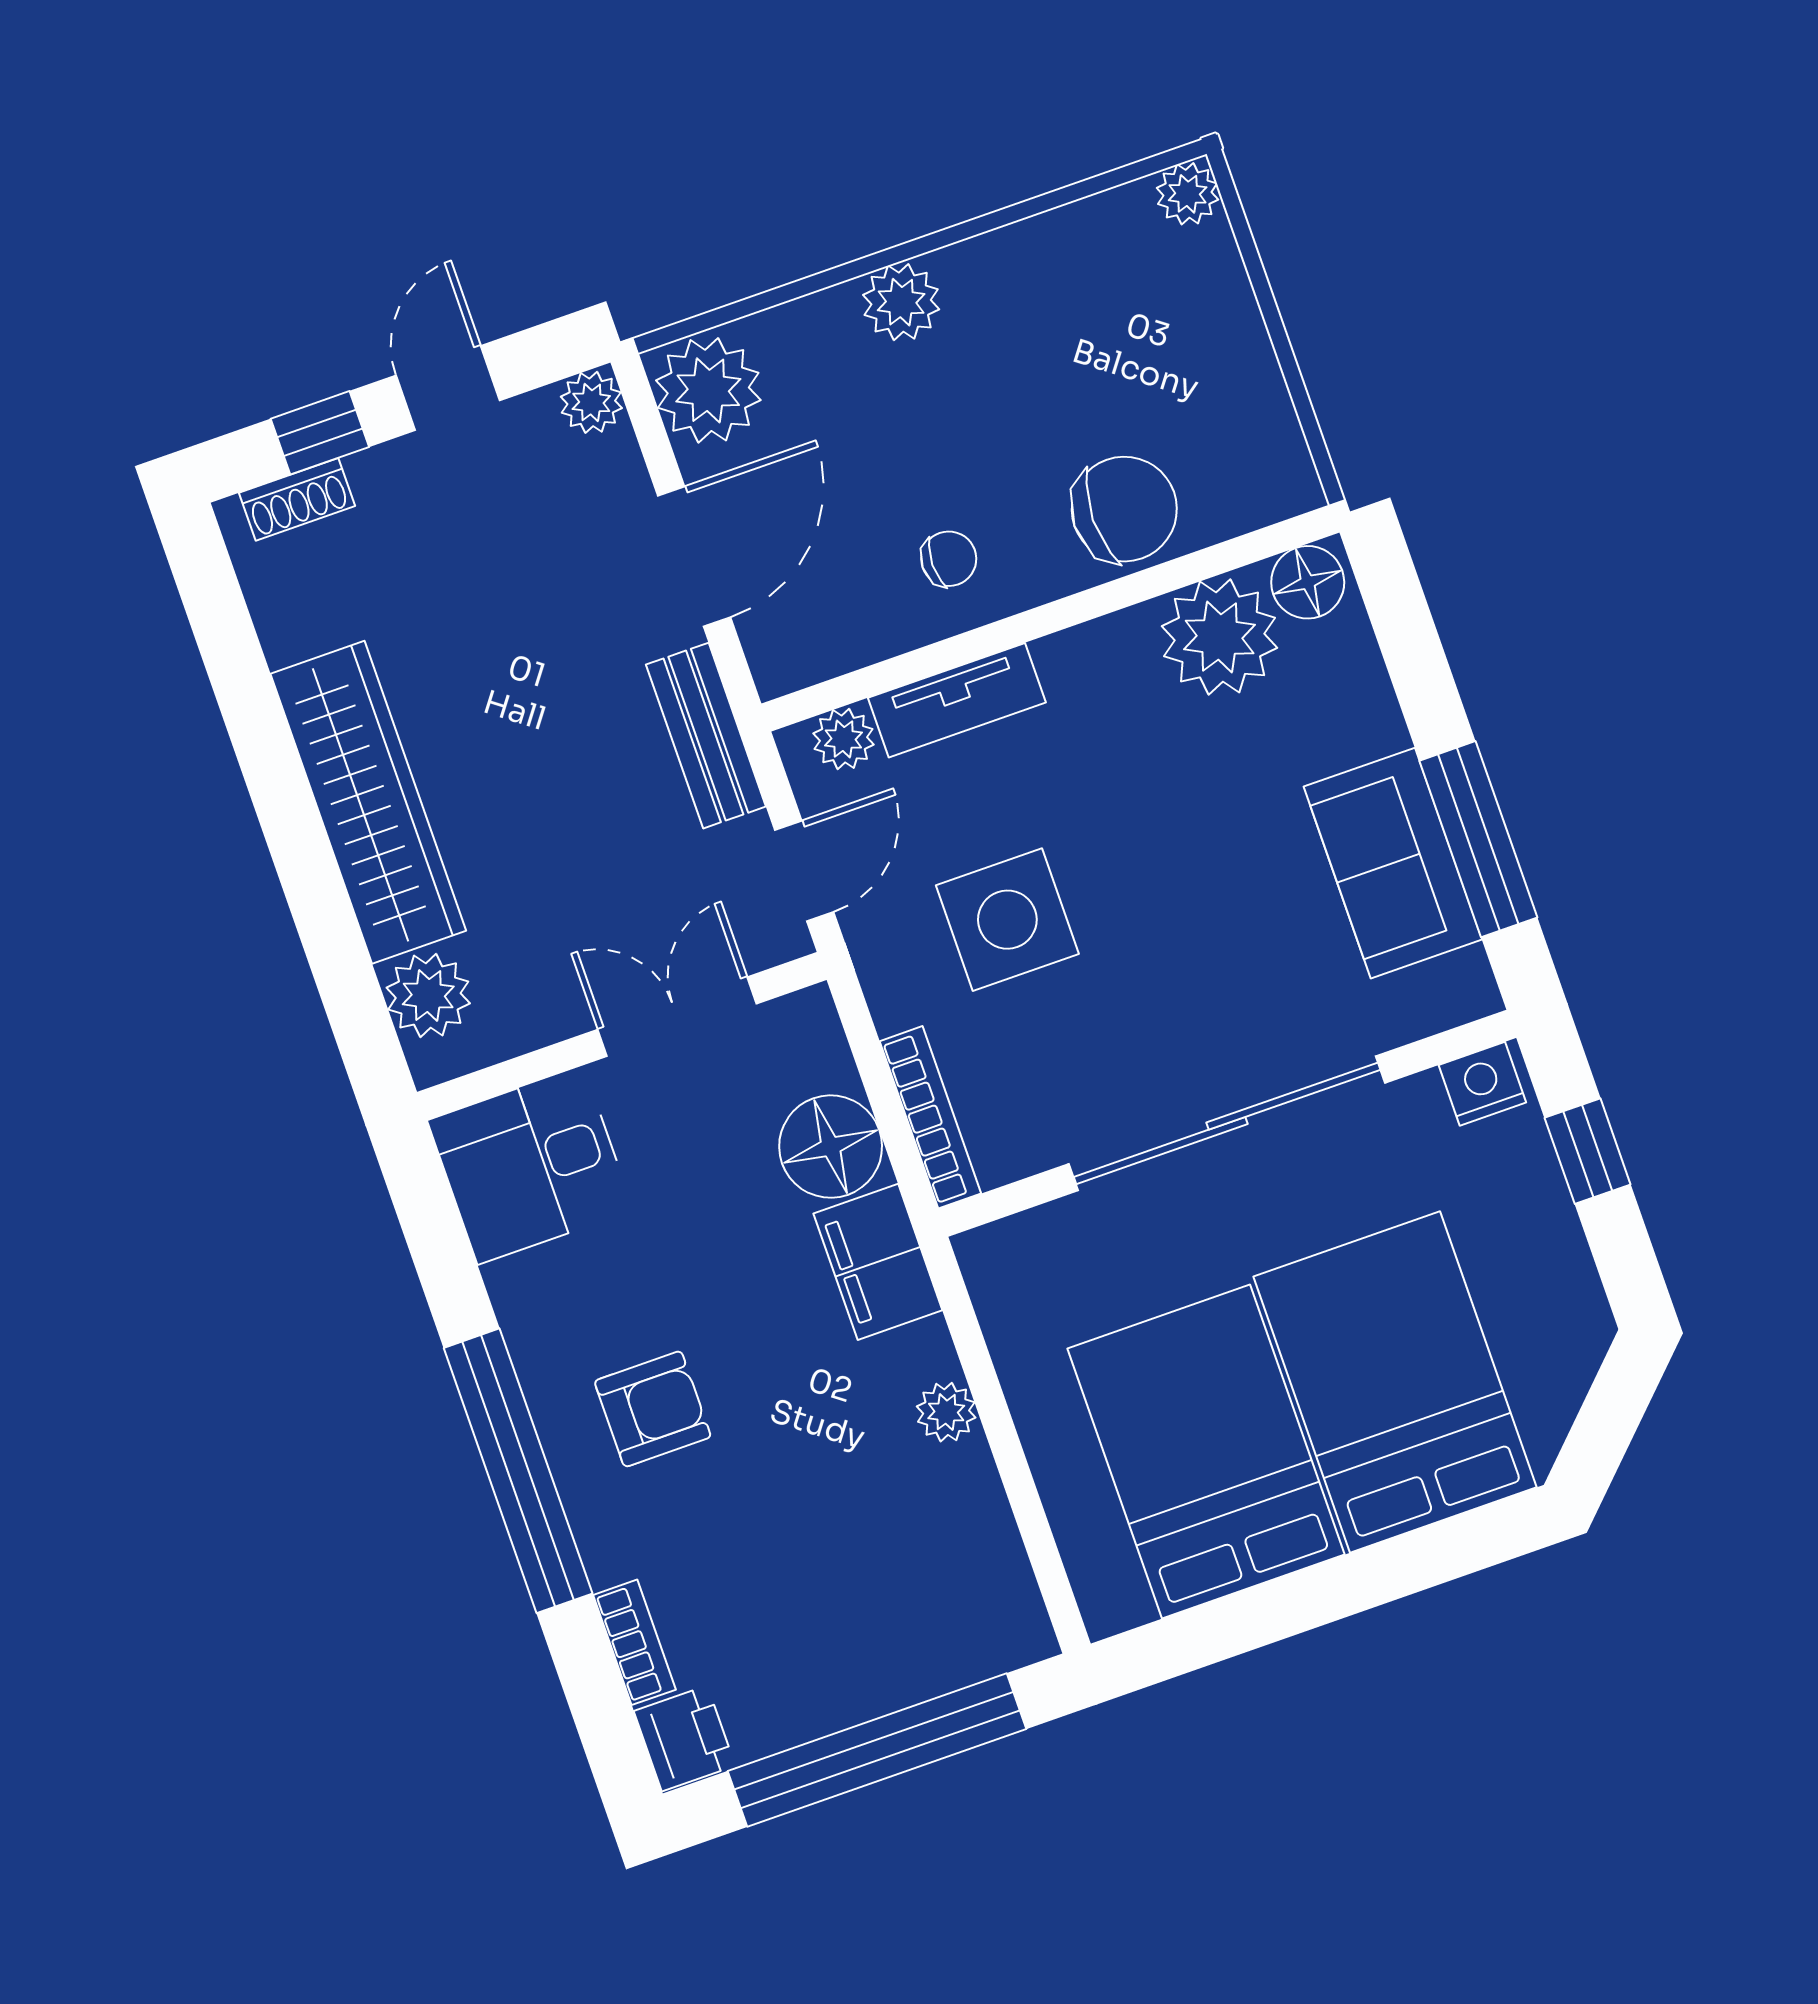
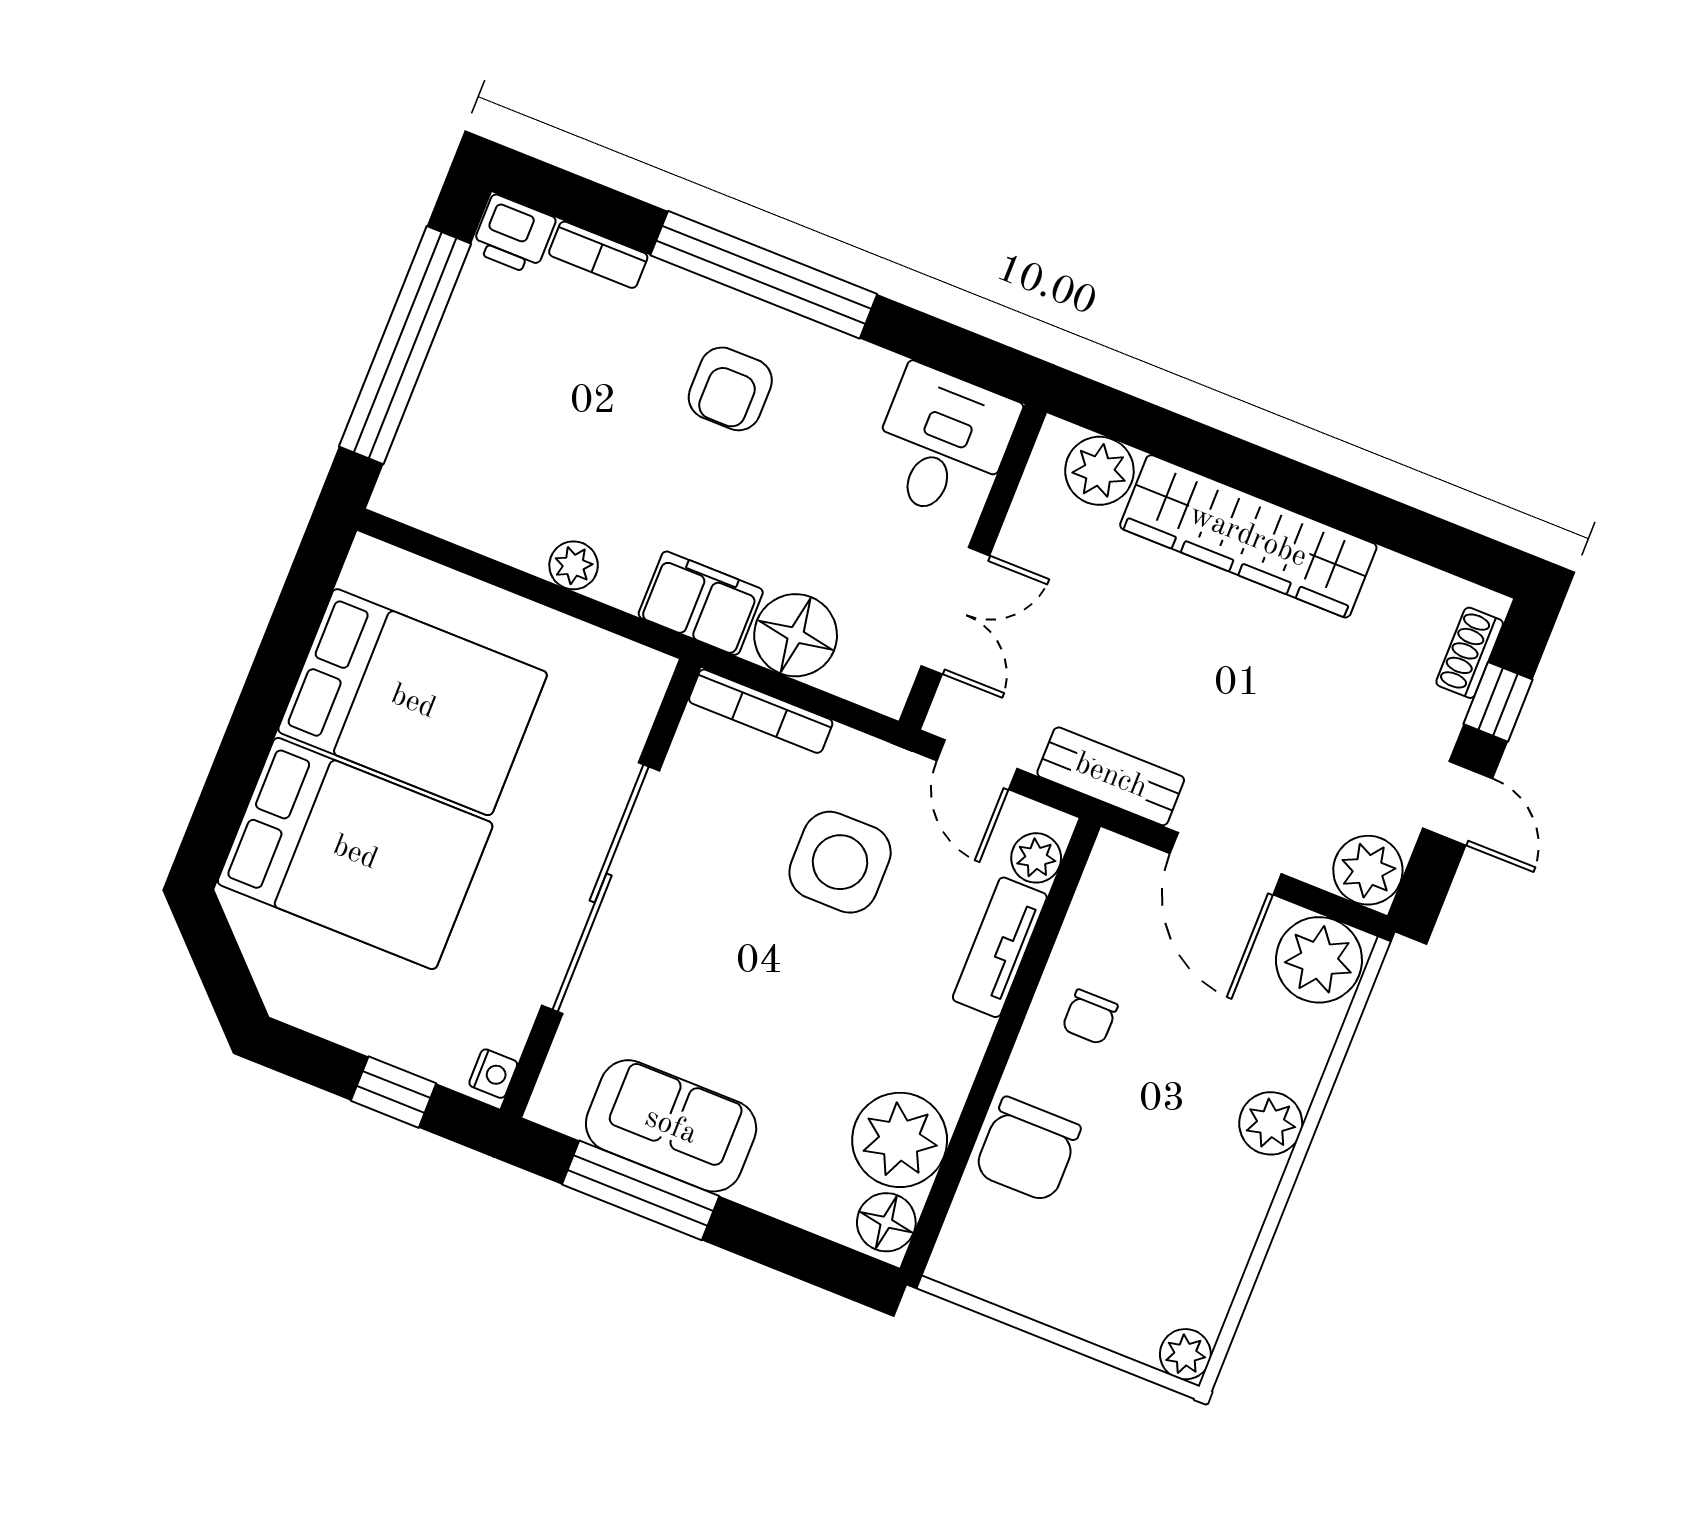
plant: (591, 402) -> (1368, 870), width x1.38, depth x1.38
nightstand: (1482, 1084) -> (493, 1074), width x0.72, depth x0.74

